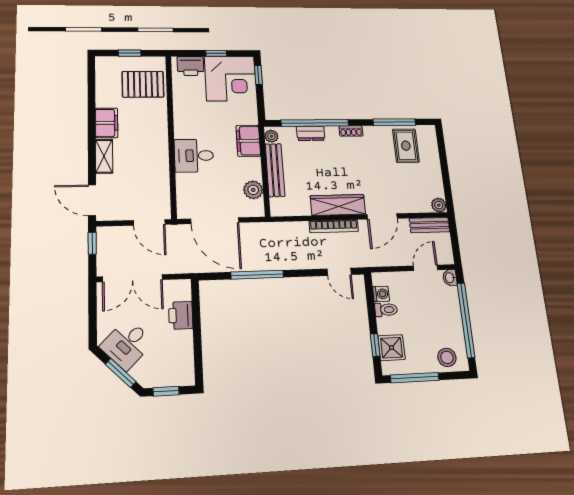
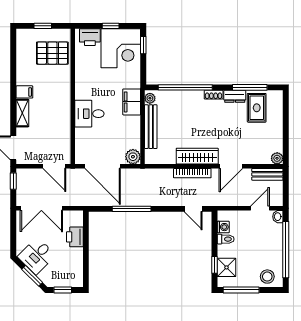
filing cabinet: (106, 123) -> (24, 92), width x0.50
dresser: (311, 133) -> (235, 96), moved
plant: (253, 190) -> (133, 157), moved

